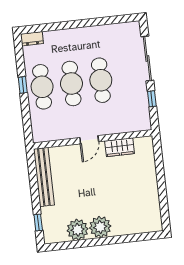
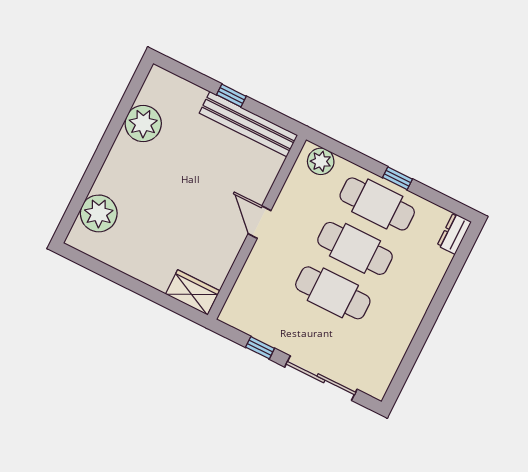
plant: (39, 129) -> (321, 161), added
wardrobe: (120, 147) -> (192, 292), moved, turned 90
window: (38, 223) -> (231, 95), moved
plant: (100, 227) -> (99, 213), moved

